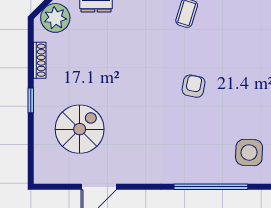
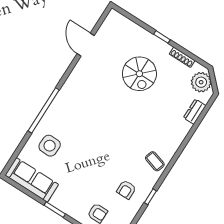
armchair: (194, 86) -> (126, 190), moved, turned 79
spiral stairs: (80, 129) -> (139, 74), moved

